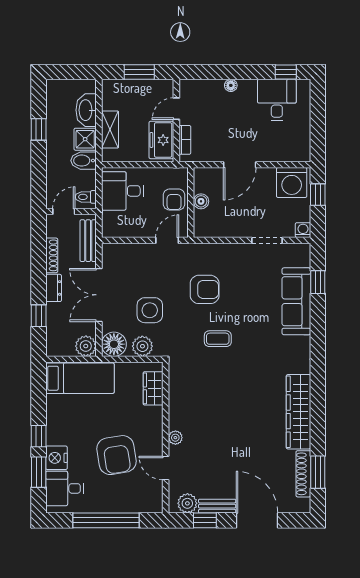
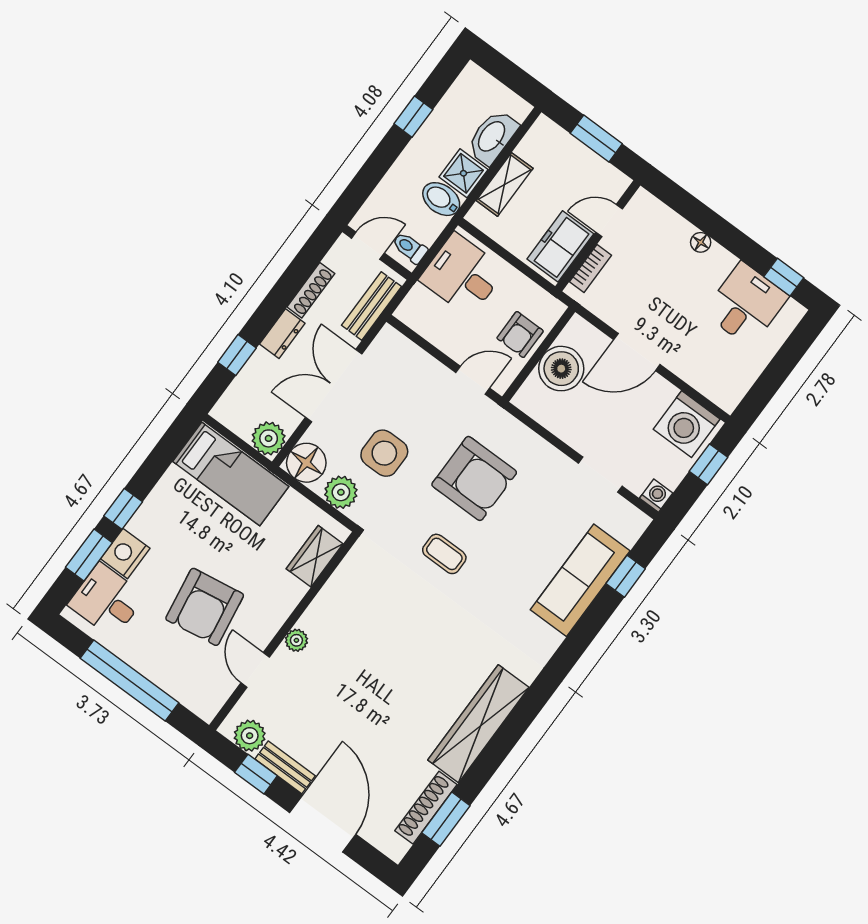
boiler: (201, 201) -> (561, 369), width x1.86, depth x1.86
armchair: (205, 289) -> (474, 478), width x1.36, depth x1.36

